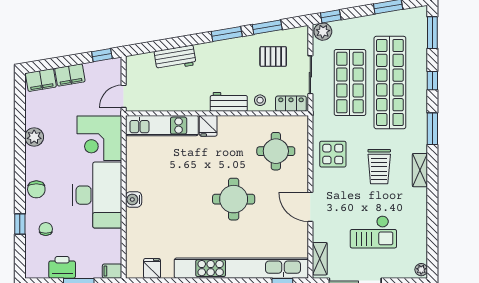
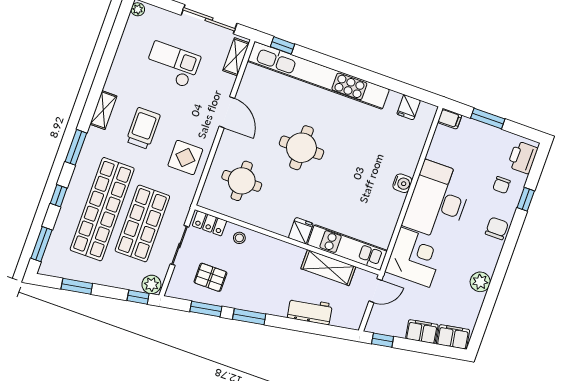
shelving: (172, 102) -> (328, 268), added
workbench: (229, 102) -> (271, 247), removed
printer: (62, 267) -> (523, 157), moved, turned 90

